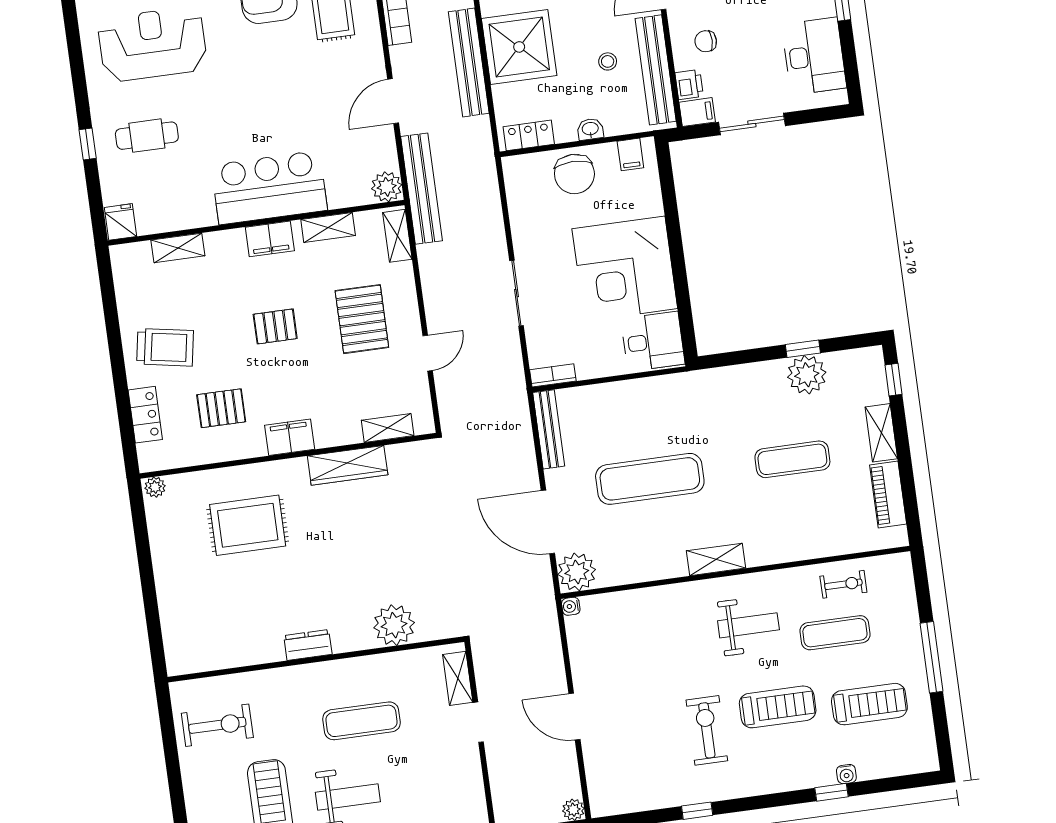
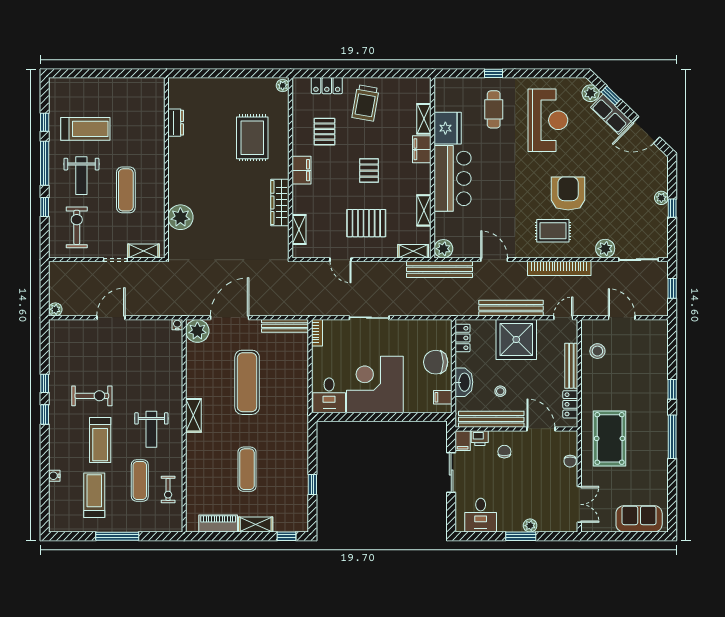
desk: (814, 56) -> (481, 515), width x0.73
washbasin: (590, 129) -> (464, 382), width x1.91, depth x1.45
fridge: (120, 222) -> (448, 128), moved, width x1.88, depth x1.34
filing cabinet: (270, 239) -> (422, 149), moved
plant: (807, 375) -> (296, 485), removed
dresser: (308, 645) -> (176, 123), moved
treadmill: (869, 704) -> (94, 495), turned 180
exercise bike: (217, 725) -> (77, 227), moved, turned 180
window: (832, 792) -> (45, 414), moved

